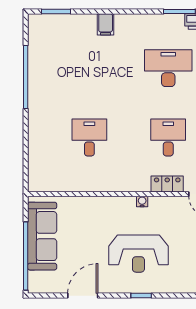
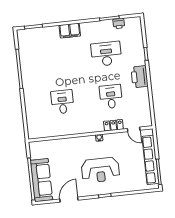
filing cabinet: (106, 24) -> (70, 31), width x2.00
sofa: (42, 236) -> (41, 180), moved

